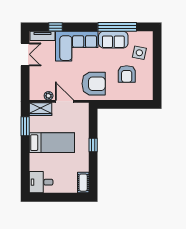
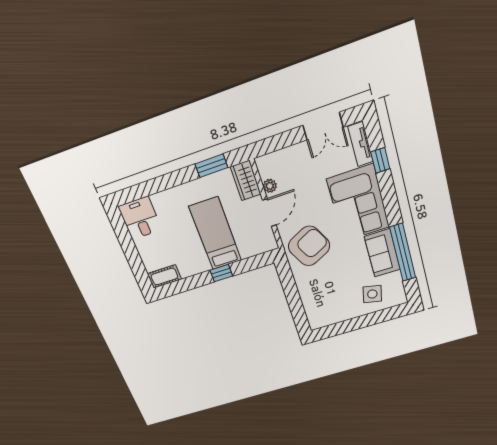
armchair: (127, 74) -> (337, 287), removed
armchair: (94, 84) -> (309, 246), turned -117
bed: (52, 143) -> (215, 234), moved, turned 180

